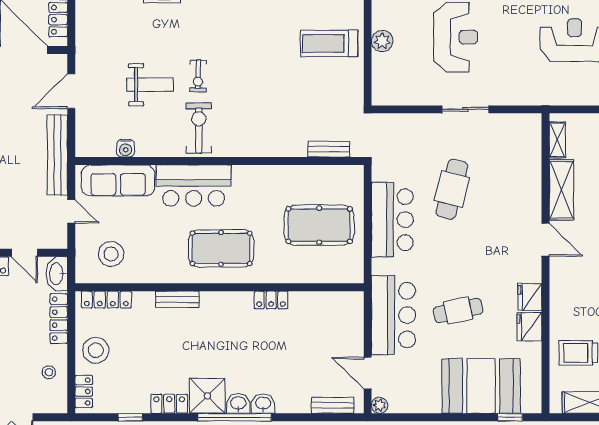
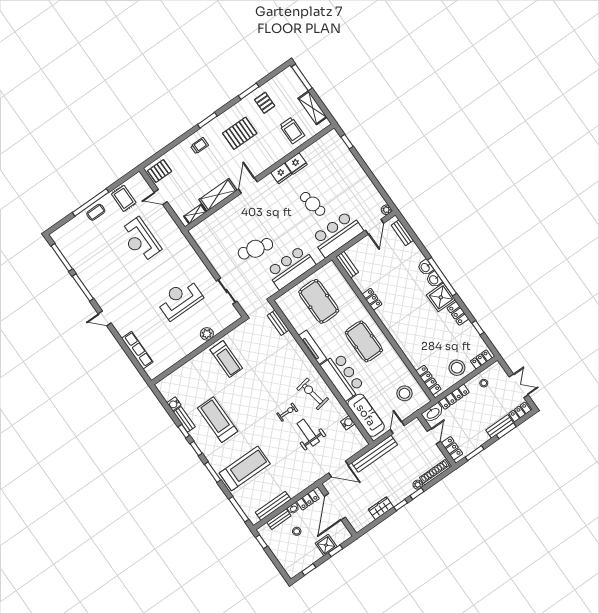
sliding door: (465, 109) -> (227, 291), moved
exercise bike: (199, 128) -> (313, 394), turned 80
tv unit: (262, 173) -> (313, 347), added
bench: (177, 299) -> (347, 265), moved
booth: (481, 386) -> (342, 167), removed

